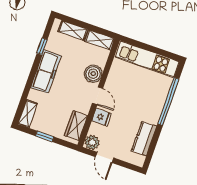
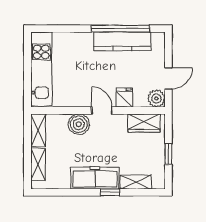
window: (42, 46) -> (110, 192), moved
door: (98, 96) -> (102, 110), hinge flipped
window: (168, 101) -> (120, 29), moved
shelving: (28, 114) -> (136, 182), moved
kitchen counter: (144, 139) -> (122, 41), width x1.50

